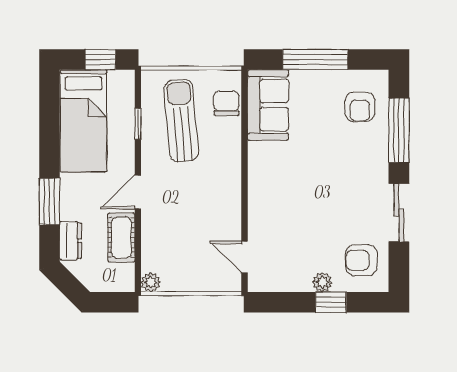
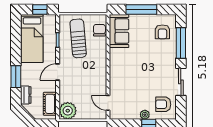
cot: (121, 238) -> (50, 104), moved
plant: (151, 282) -> (68, 111), width x1.88, depth x1.88

